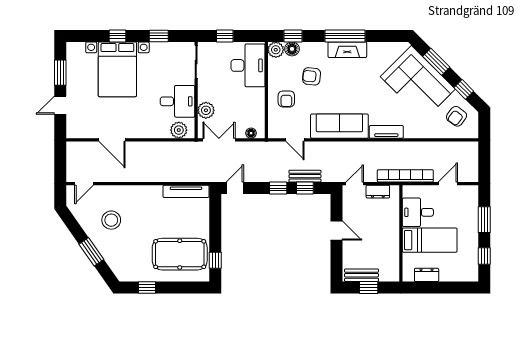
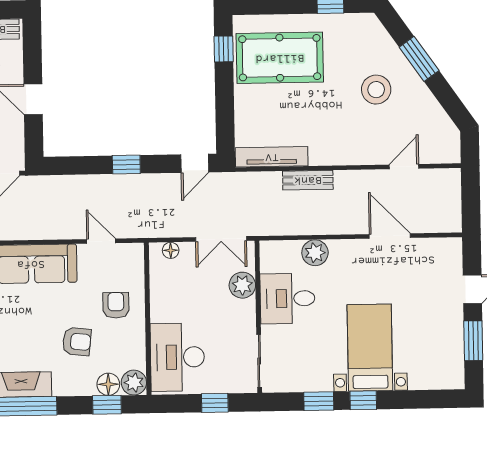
window: (118, 36) -> (363, 400), moved
bed with nightstands: (117, 69) -> (370, 348), width x0.73
plant: (179, 130) -> (315, 253), moved
bench: (305, 176) -> (308, 180), moved
door: (84, 184) -> (404, 167), moved
window: (305, 188) -> (84, 165), removed
stool: (111, 220) -> (376, 90), moved

